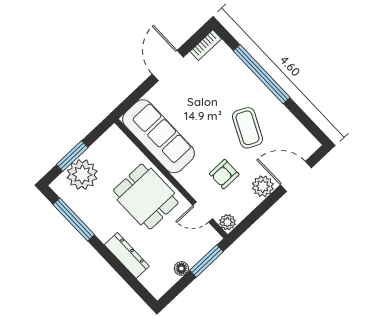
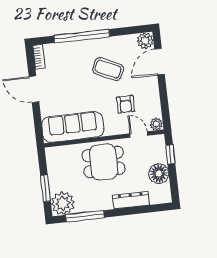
plant: (82, 175) -> (63, 203), moved
plant: (263, 186) -> (145, 41), moved
door: (203, 212) -> (139, 135), swing flipped
window: (207, 261) -> (170, 154), width x0.67
floor lamp: (181, 268) -> (159, 174), width x1.89, depth x1.89

